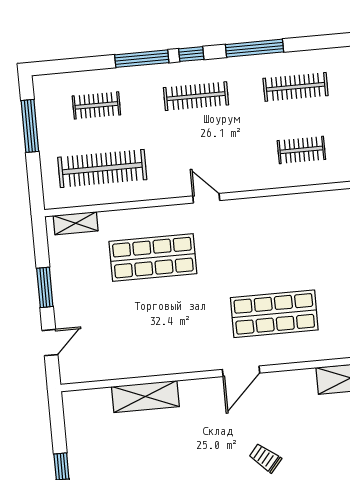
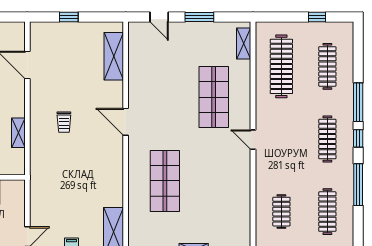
clothes rail: (96, 105) -> (327, 66), width x1.36
window: (30, 126) -> (317, 17), width x0.46
door: (206, 198) -> (253, 140), swing flipped
door: (241, 371) -> (126, 122), moved
shelving: (145, 397) -> (114, 56), moved
trolley: (265, 458) -> (64, 122), moved, turned 140

